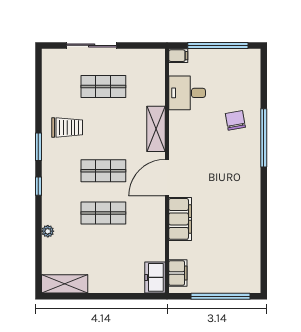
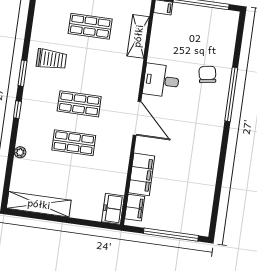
desk: (187, 93) -> (161, 81), moved
shelving: (156, 129) -> (138, 36), moved
door: (167, 178) -> (137, 118), swing flipped
filing cabinet: (180, 219) -> (141, 174), moved
shelving: (65, 284) -> (39, 204), width x1.47

